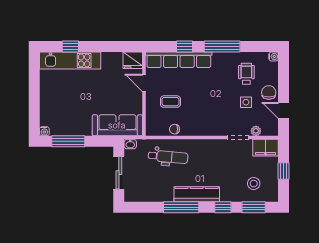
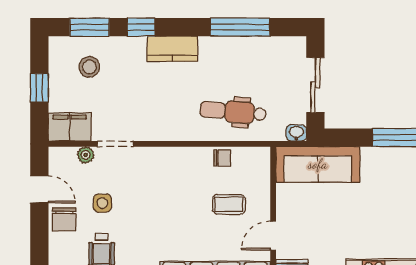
door: (144, 83) -> (273, 236), swing flipped
kitchen counter: (197, 194) -> (172, 49), width x0.67
window: (181, 207) -> (240, 27), moved

